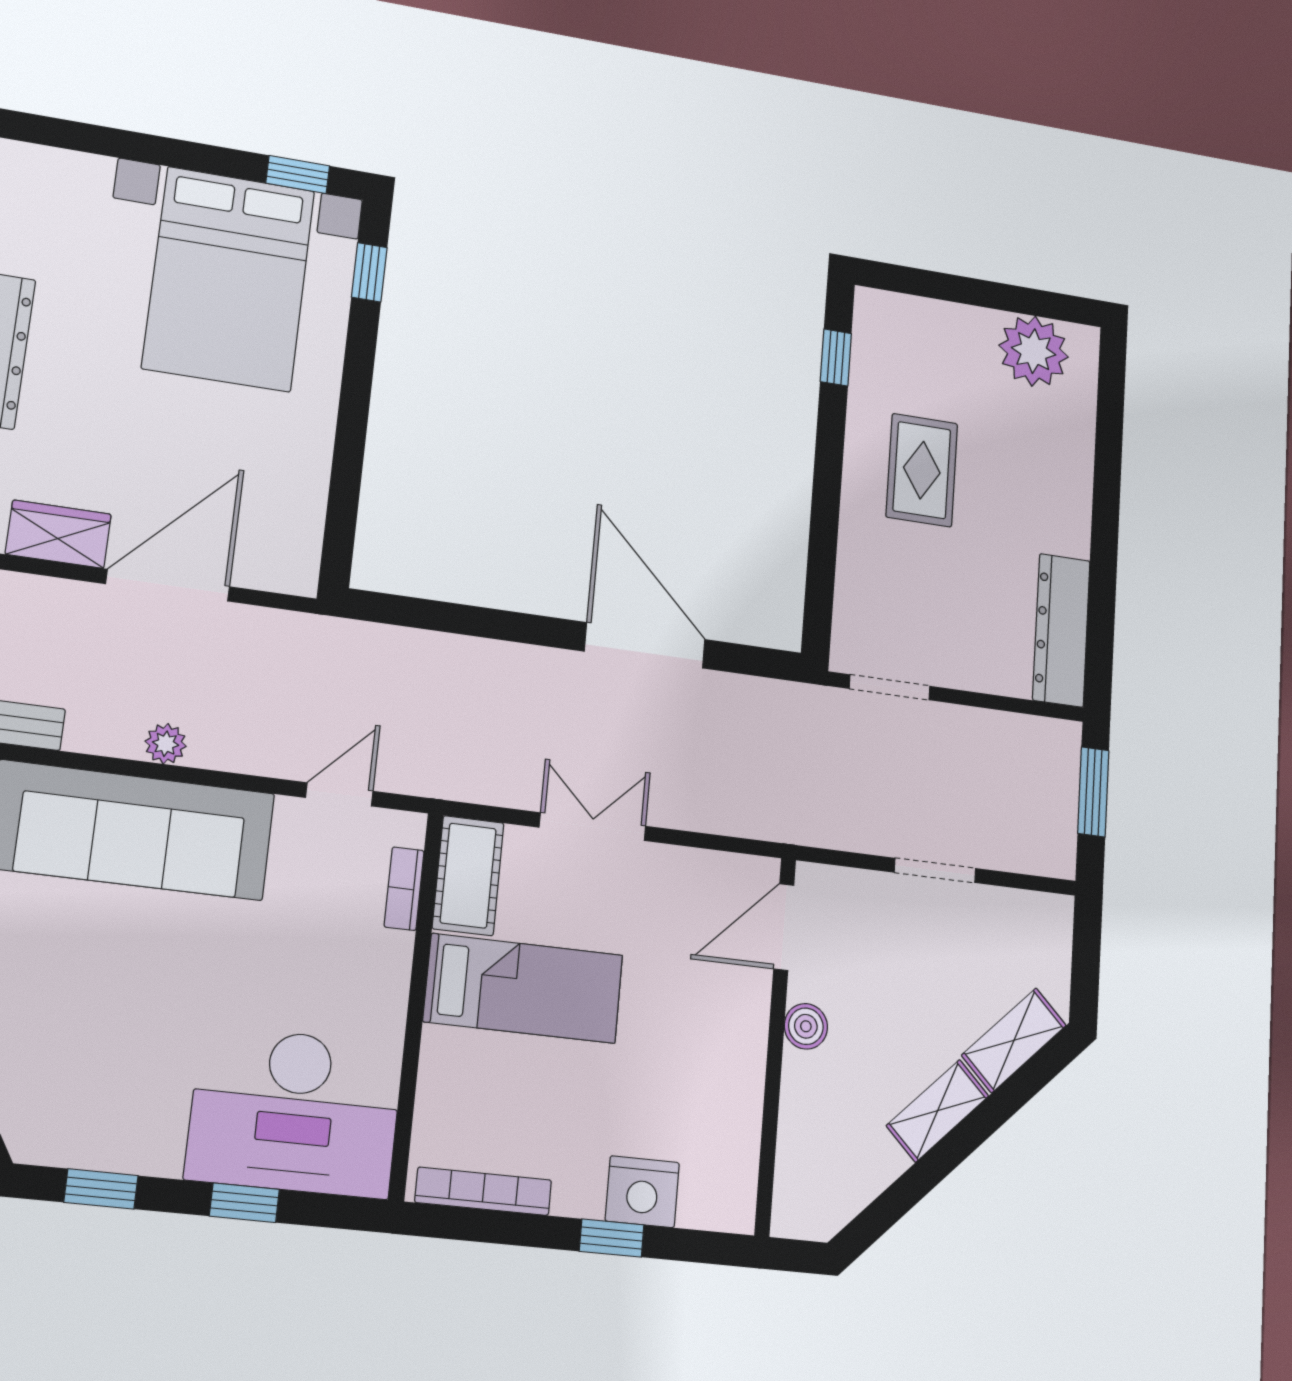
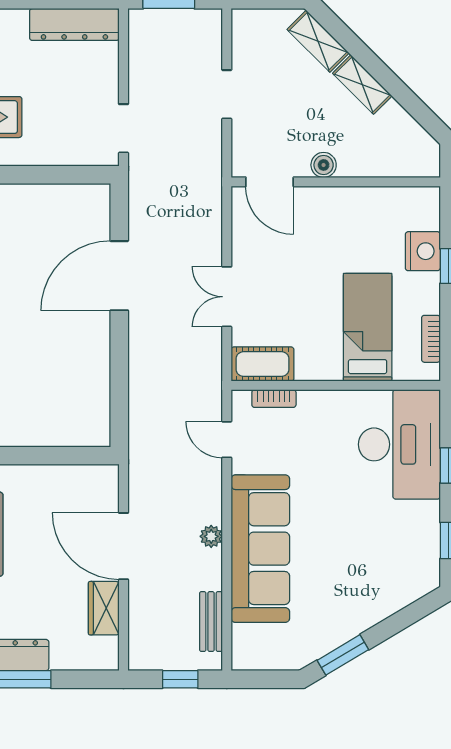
bed: (523, 988) -> (368, 327), moved
bookcase: (483, 1191) -> (431, 339), width x0.64

